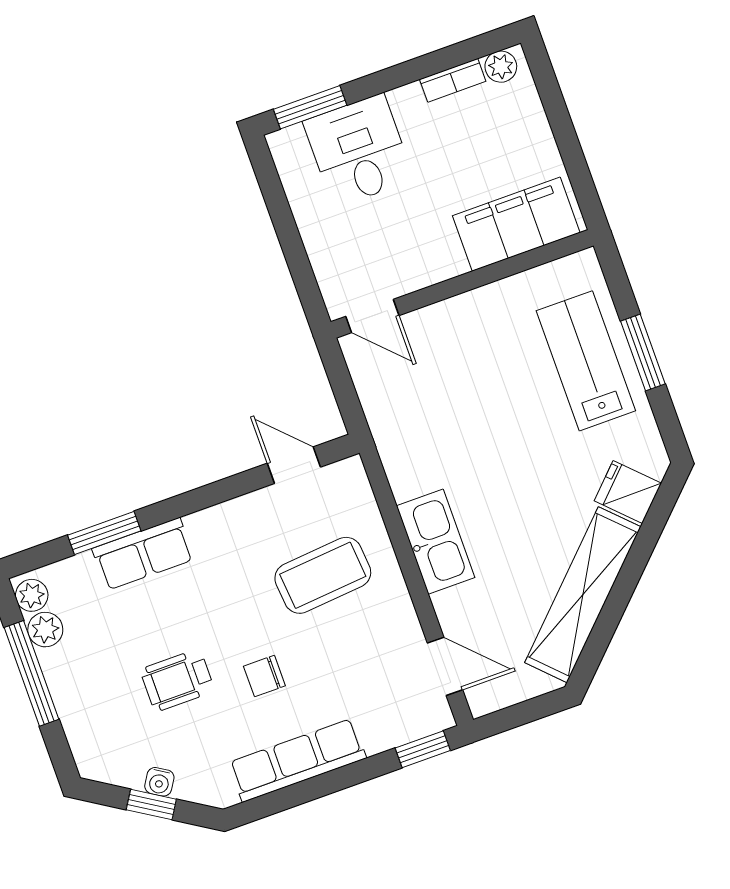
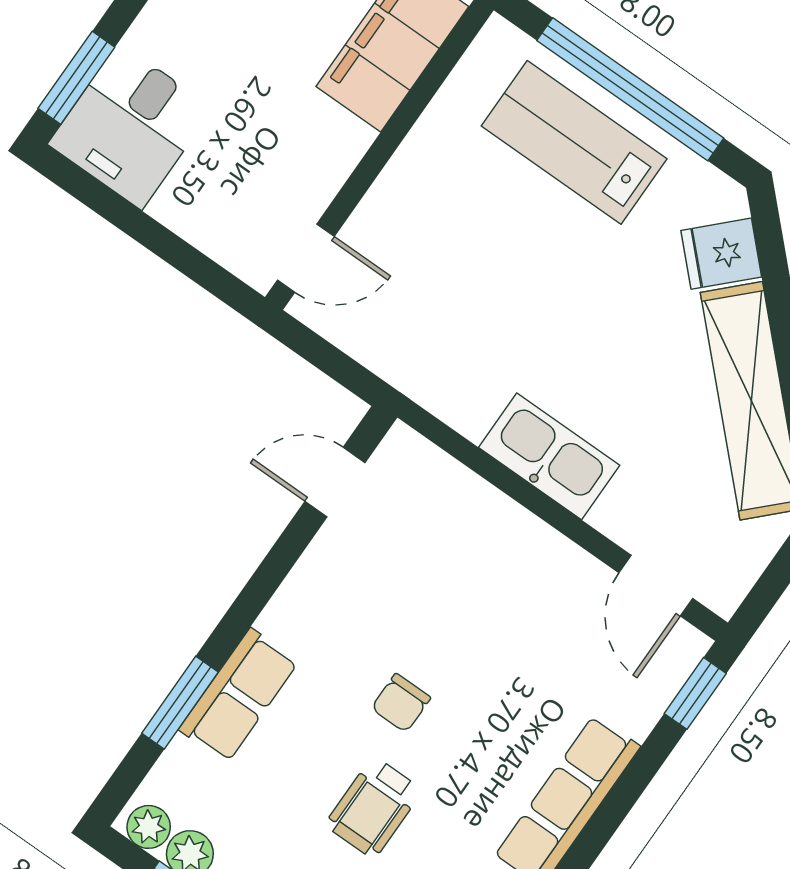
desk: (359, 150) -> (130, 126), moved, turned -90
window: (643, 353) -> (630, 89), width x2.11
coffee table: (323, 575) -> (452, 580), removed
door: (445, 666) -> (656, 586), swing flipped
chair: (264, 676) -> (401, 703), moved

